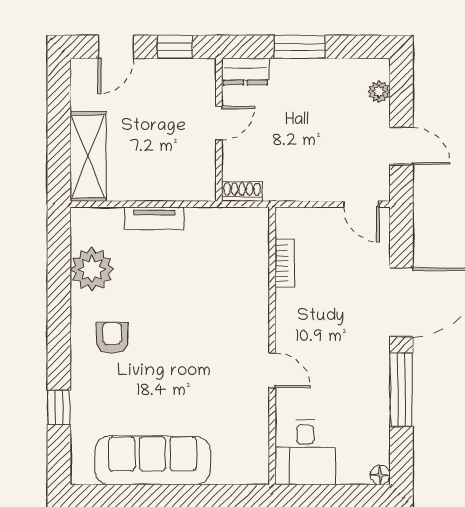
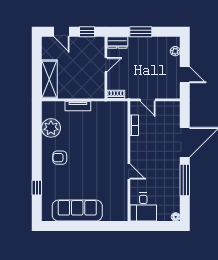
door: (116, 47) -> (61, 32), hinge flipped
door: (361, 204) -> (148, 100), moved
armchair: (112, 338) -> (60, 158), turned -90

